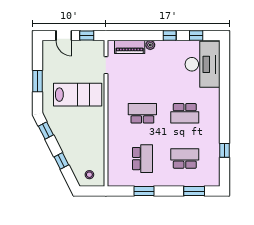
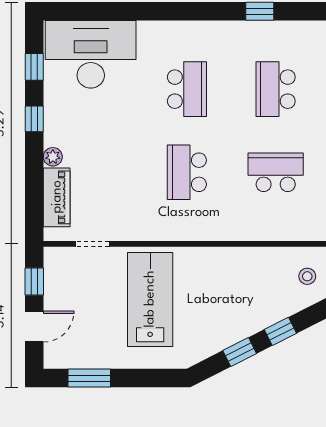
window: (38, 81) -> (89, 378), moved
window: (46, 131) -> (240, 352), moved

